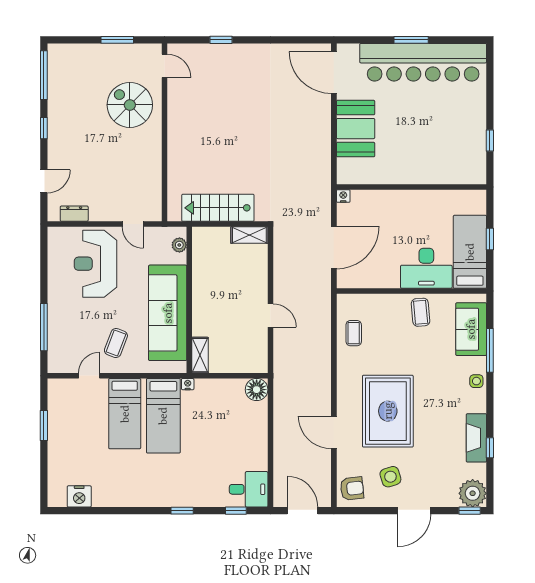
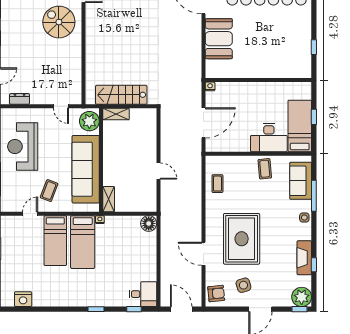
shelving: (249, 235) -> (116, 114), moved
plant: (179, 245) -> (89, 121), width x1.87, depth x1.87
reception desk: (96, 264) -> (23, 147), moved

